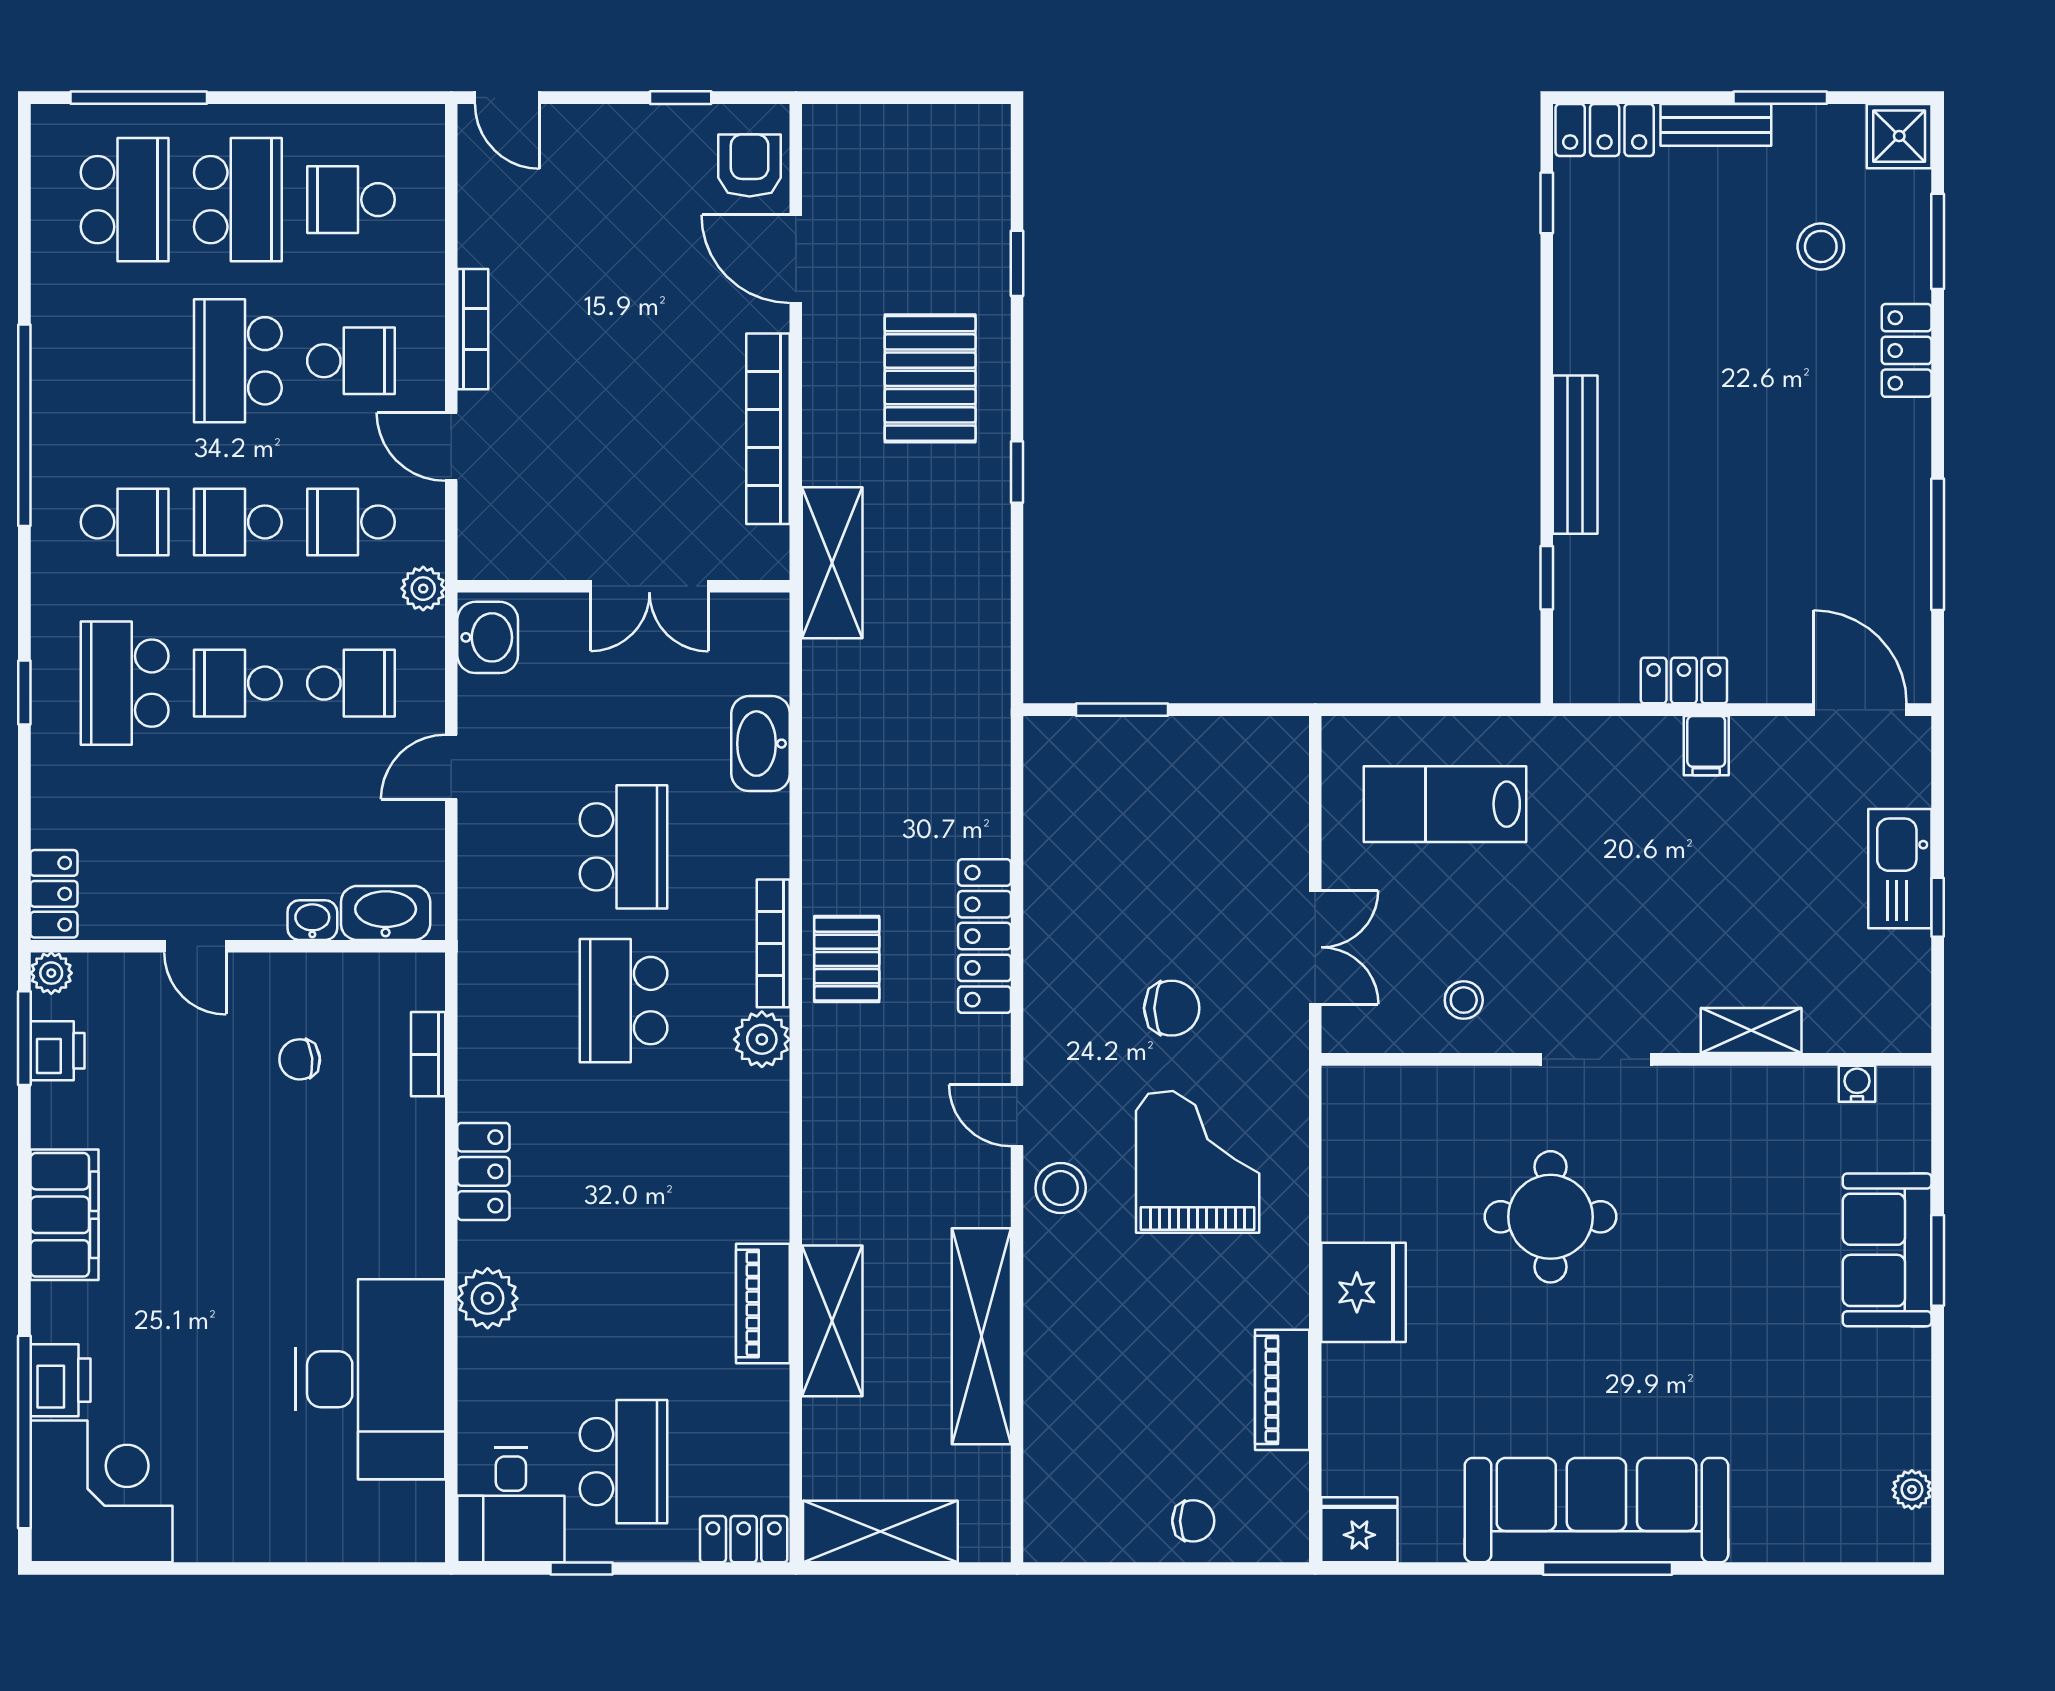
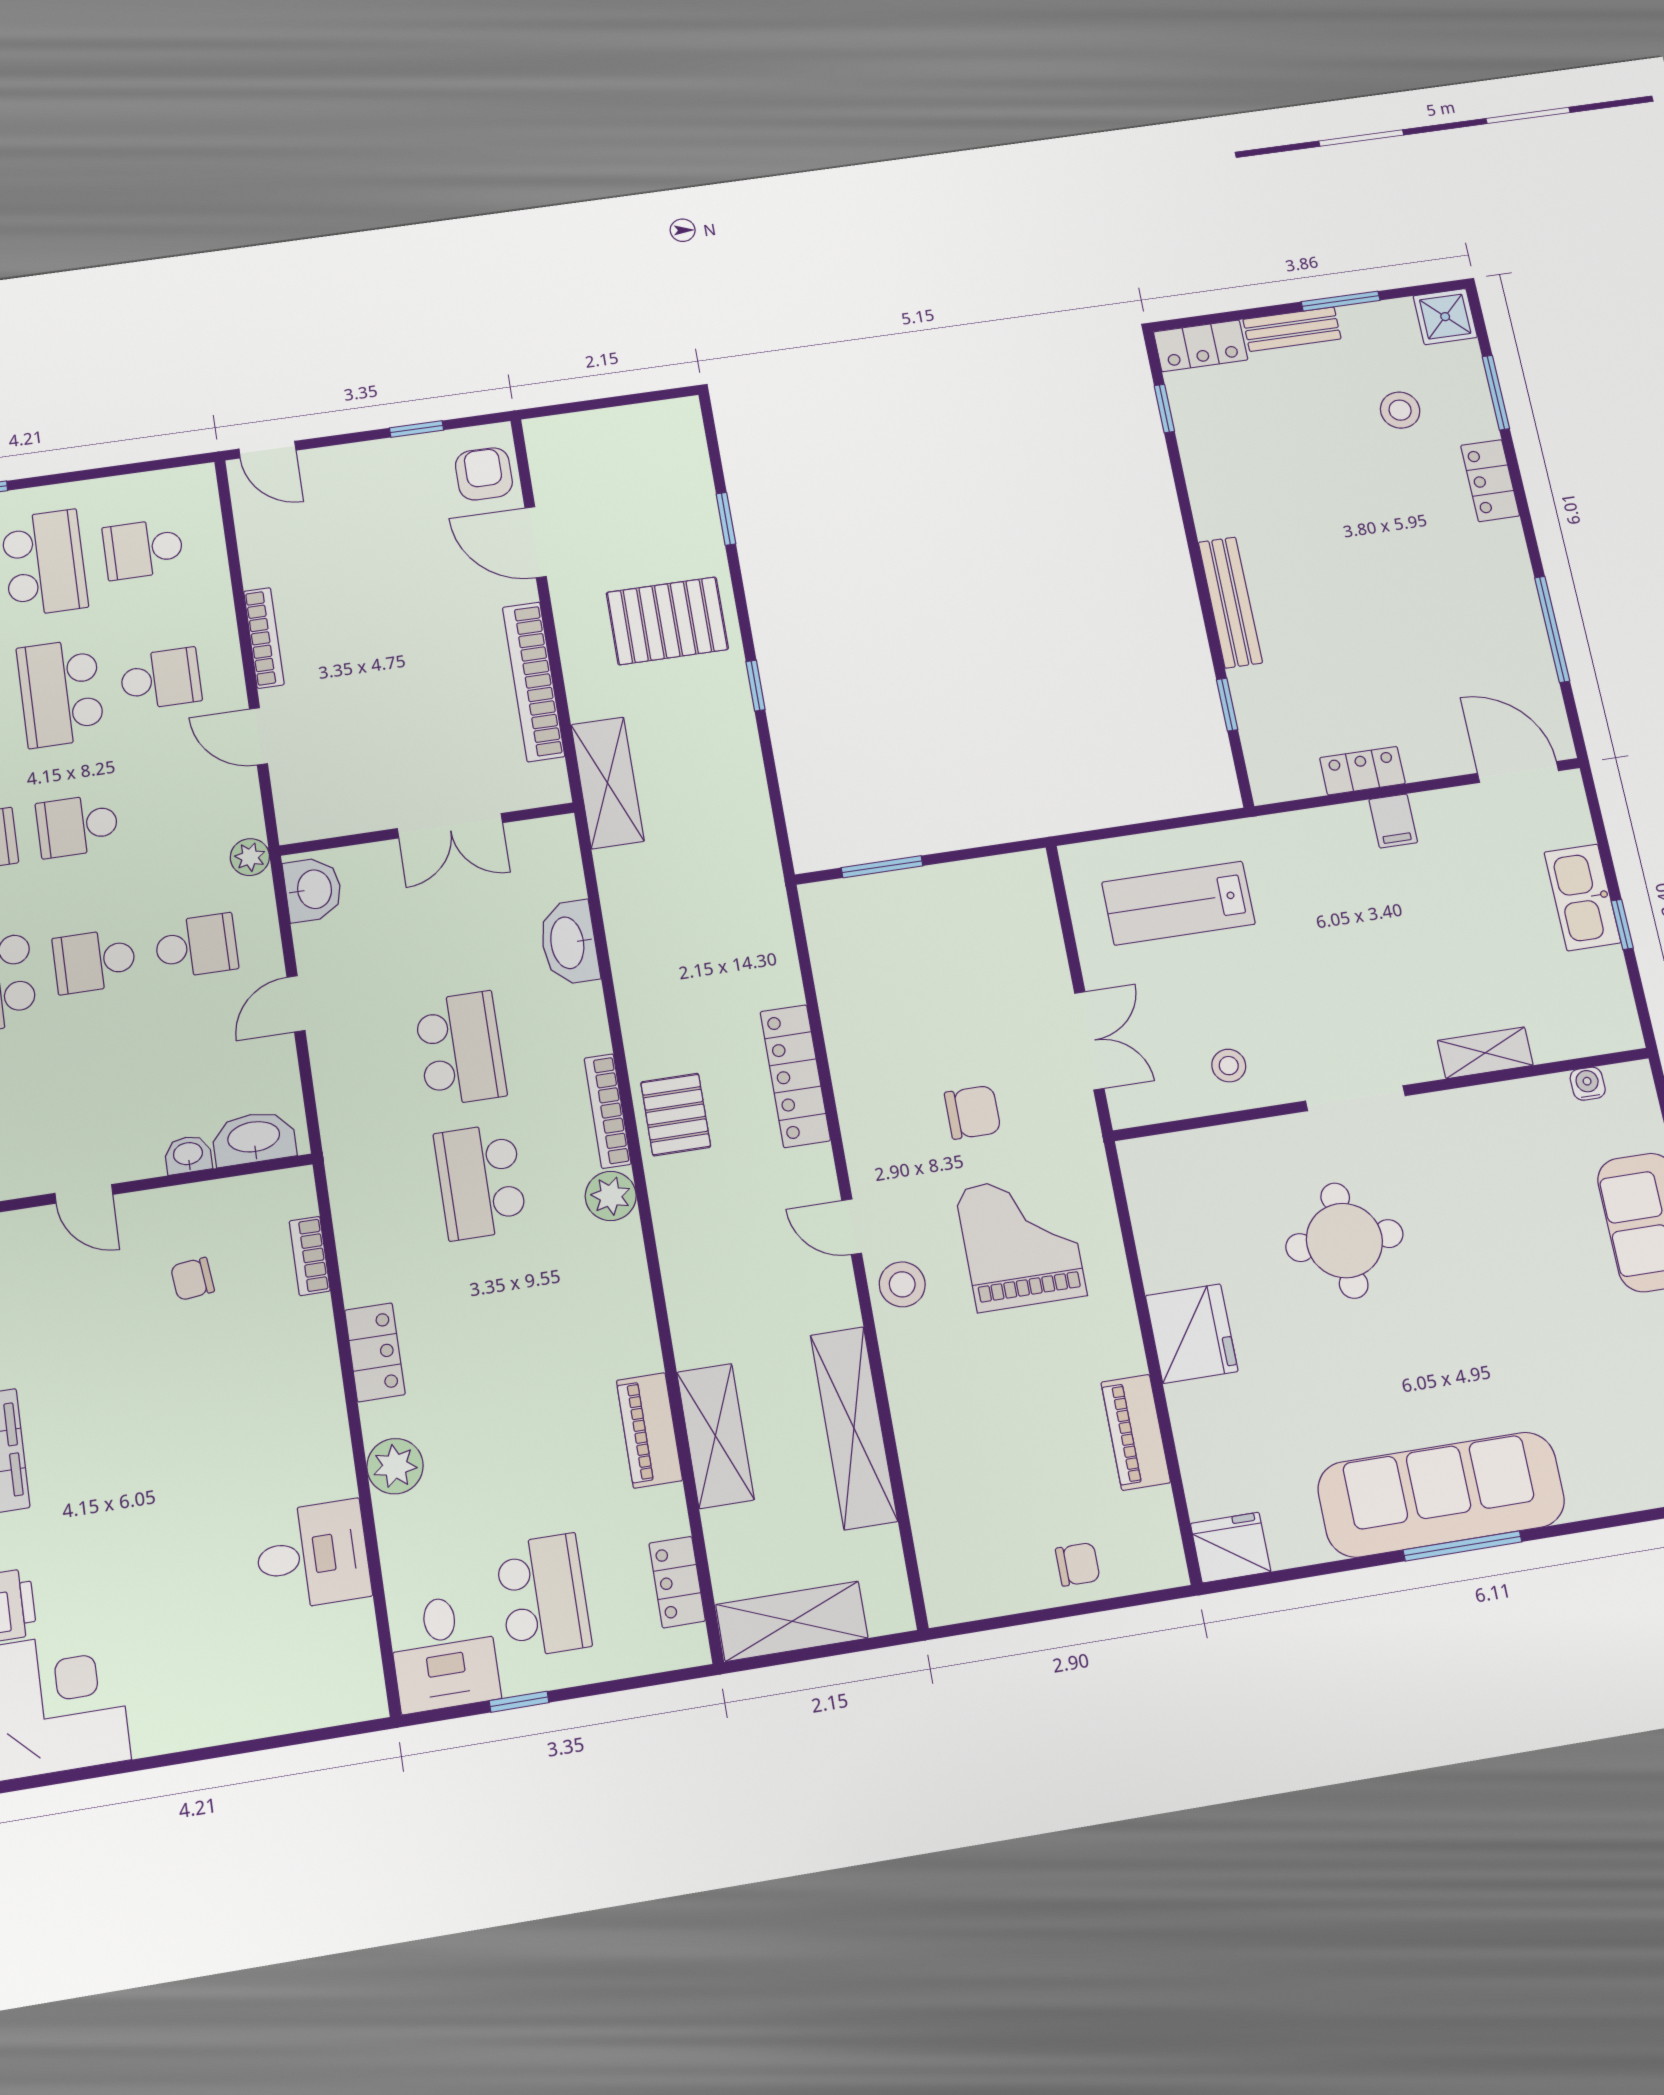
pallet: (930, 378) -> (667, 621), turned 90
school desk: (351, 522) -> (178, 811), removed
desk: (370, 1379) -> (312, 1555), width x0.53, depth x0.77
locker: (744, 1539) -> (677, 1582), moved, turned -90

